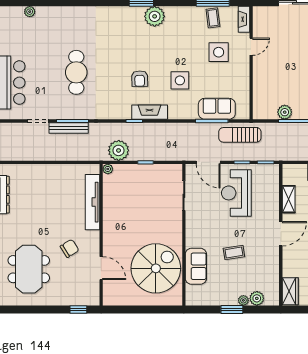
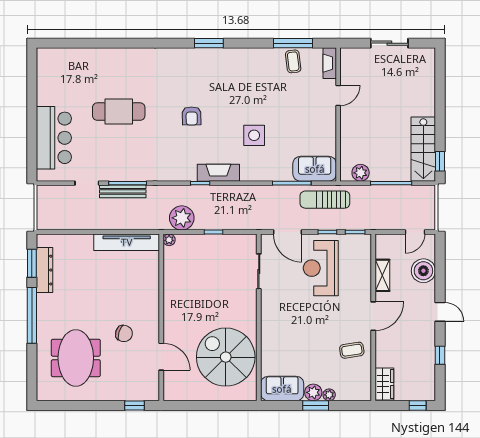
plant: (30, 12) -> (77, 54), removed
plant: (155, 16) -> (224, 60), removed
side table: (219, 52) -> (300, 102), removed
cafe table: (76, 72) -> (119, 112), moved, turned 90
armchair: (140, 79) -> (192, 116), moved
sofa: (217, 109) -> (315, 169), moved
plant: (285, 112) -> (361, 173), moved
tv unit: (92, 202) -> (127, 242), moved, turned -90
chair: (70, 248) -> (124, 333), turned 50
coffee table: (234, 253) -> (352, 350), moved
sofa: (196, 266) -> (282, 389), moved, turned -90
spiral stairs: (156, 268) -> (226, 357), turned -90
plant: (257, 298) -> (313, 392), moved

